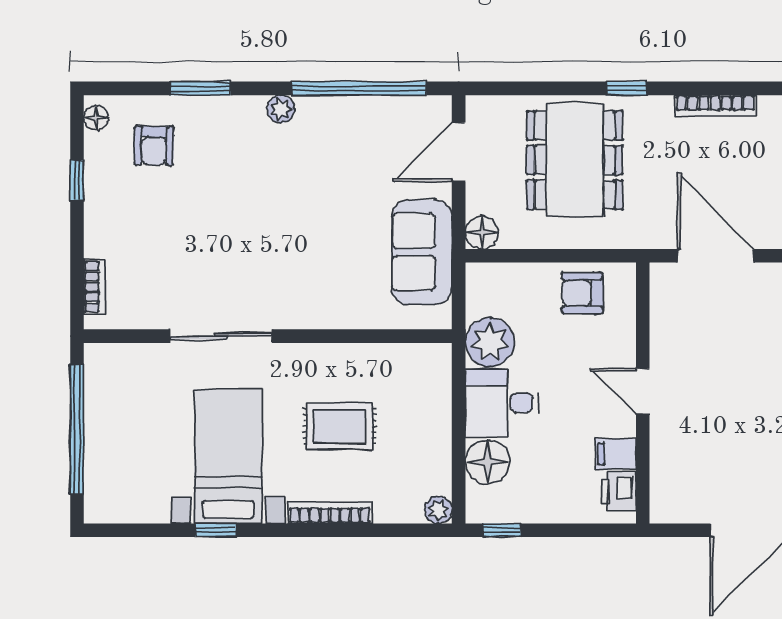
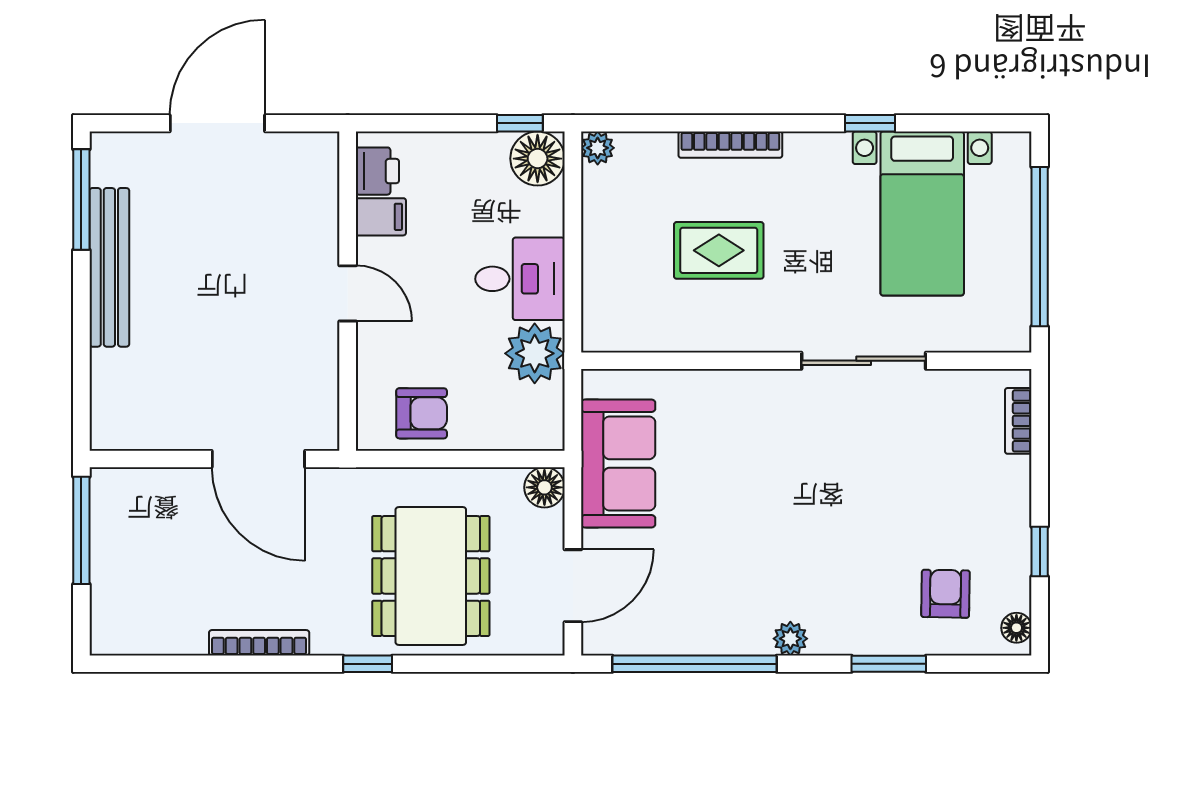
bed with nightstands: (228, 456) -> (922, 213), moved
floor lamp: (487, 462) -> (538, 159), moved

